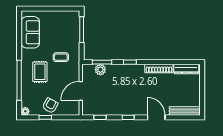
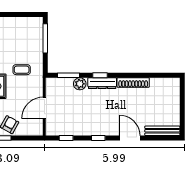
dresser: (186, 69) -> (102, 83), moved
plant: (100, 70) -> (80, 84), moved

